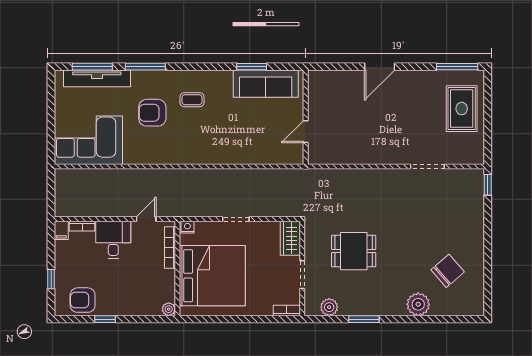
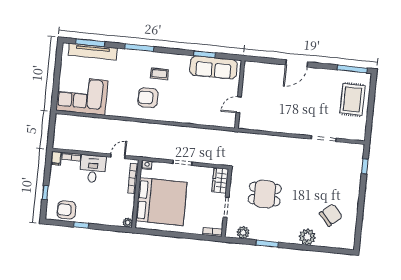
window: (145, 67) -> (139, 48), moved
armchair: (152, 113) -> (148, 98), moved
window: (488, 185) -> (365, 166), moved

